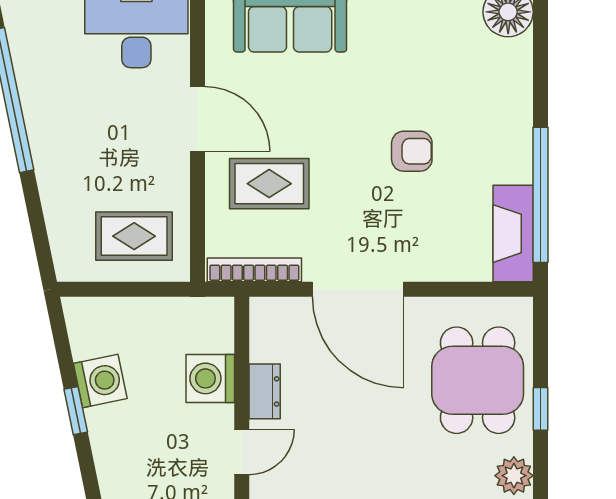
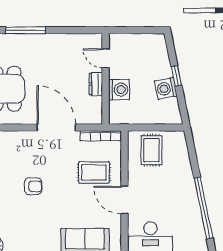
armchair: (412, 151) -> (33, 186), turned 180
rug: (134, 236) -> (151, 150), turned 90
door: (242, 452) -> (106, 58), hinge flipped

